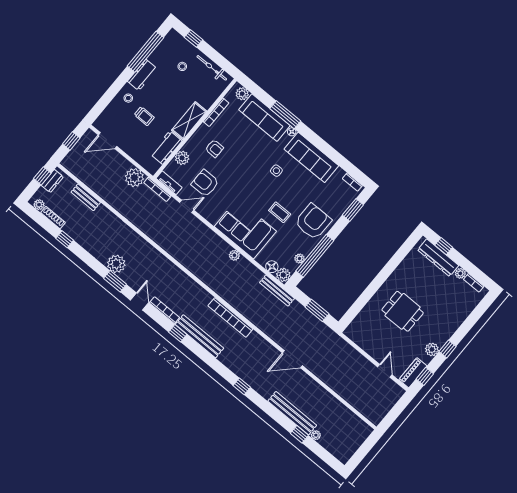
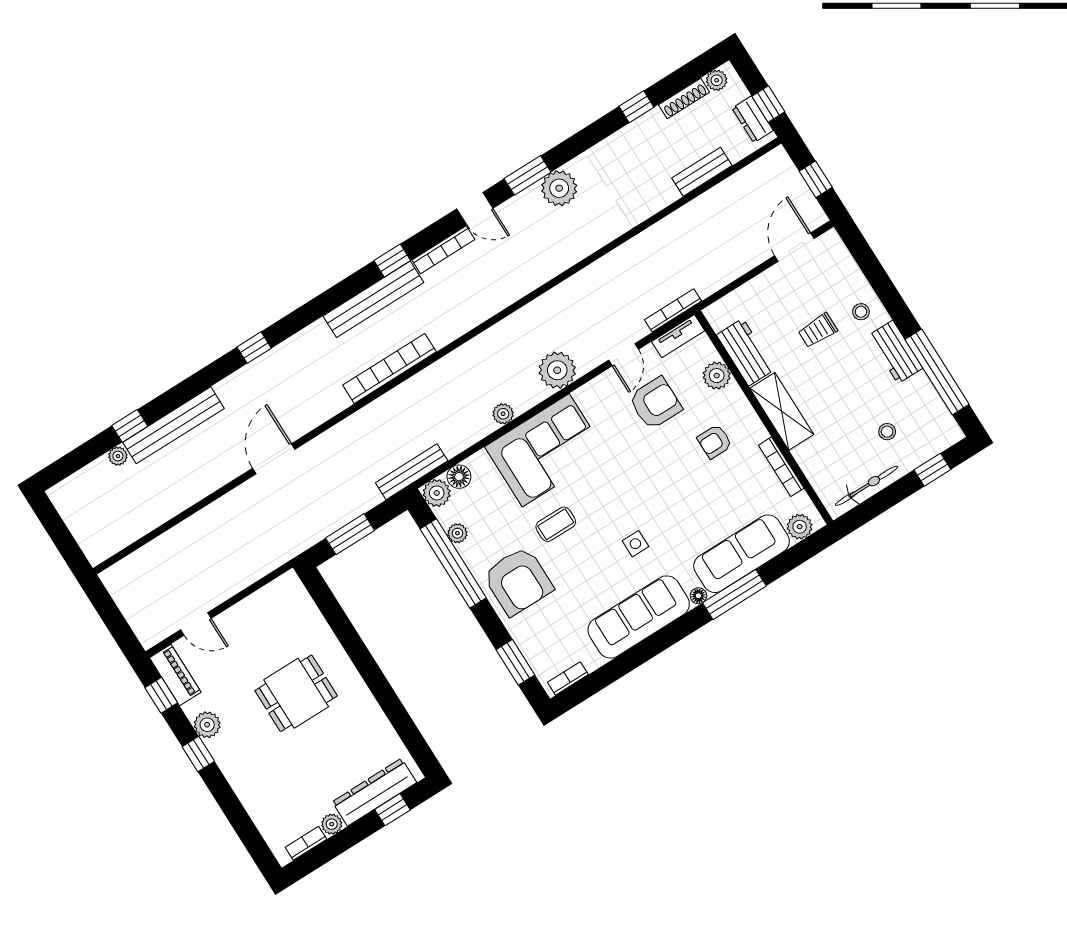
plant: (134, 178) -> (557, 370), moved

